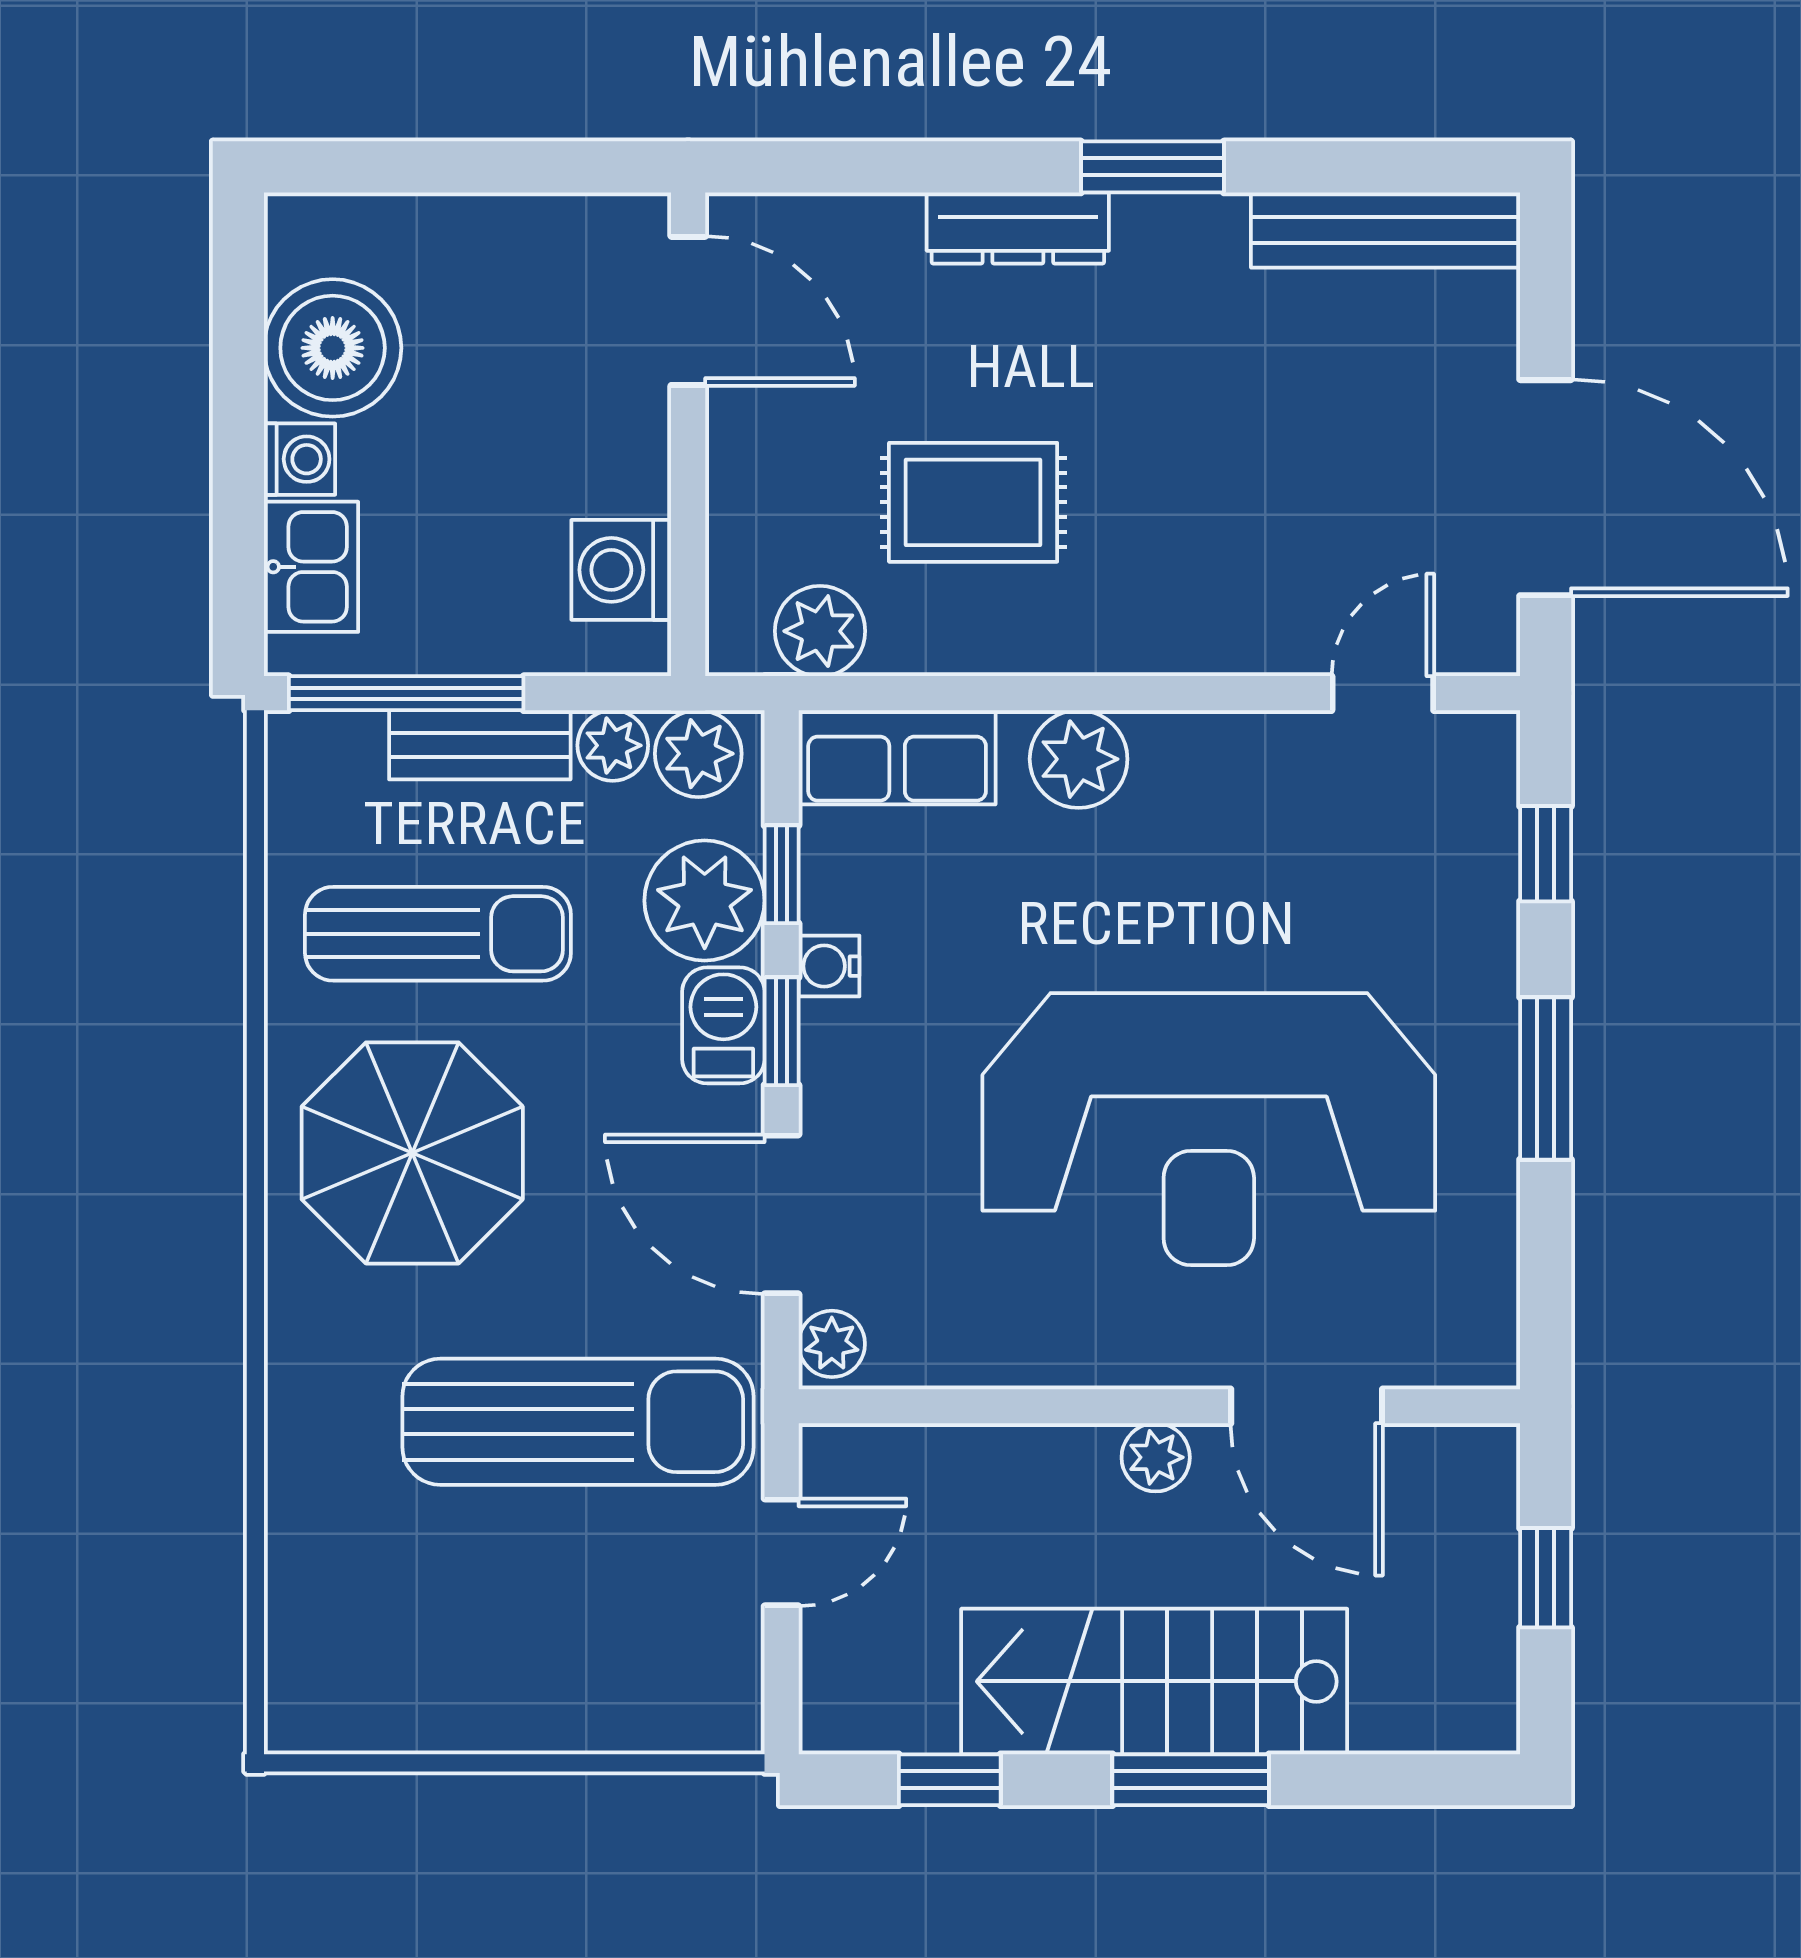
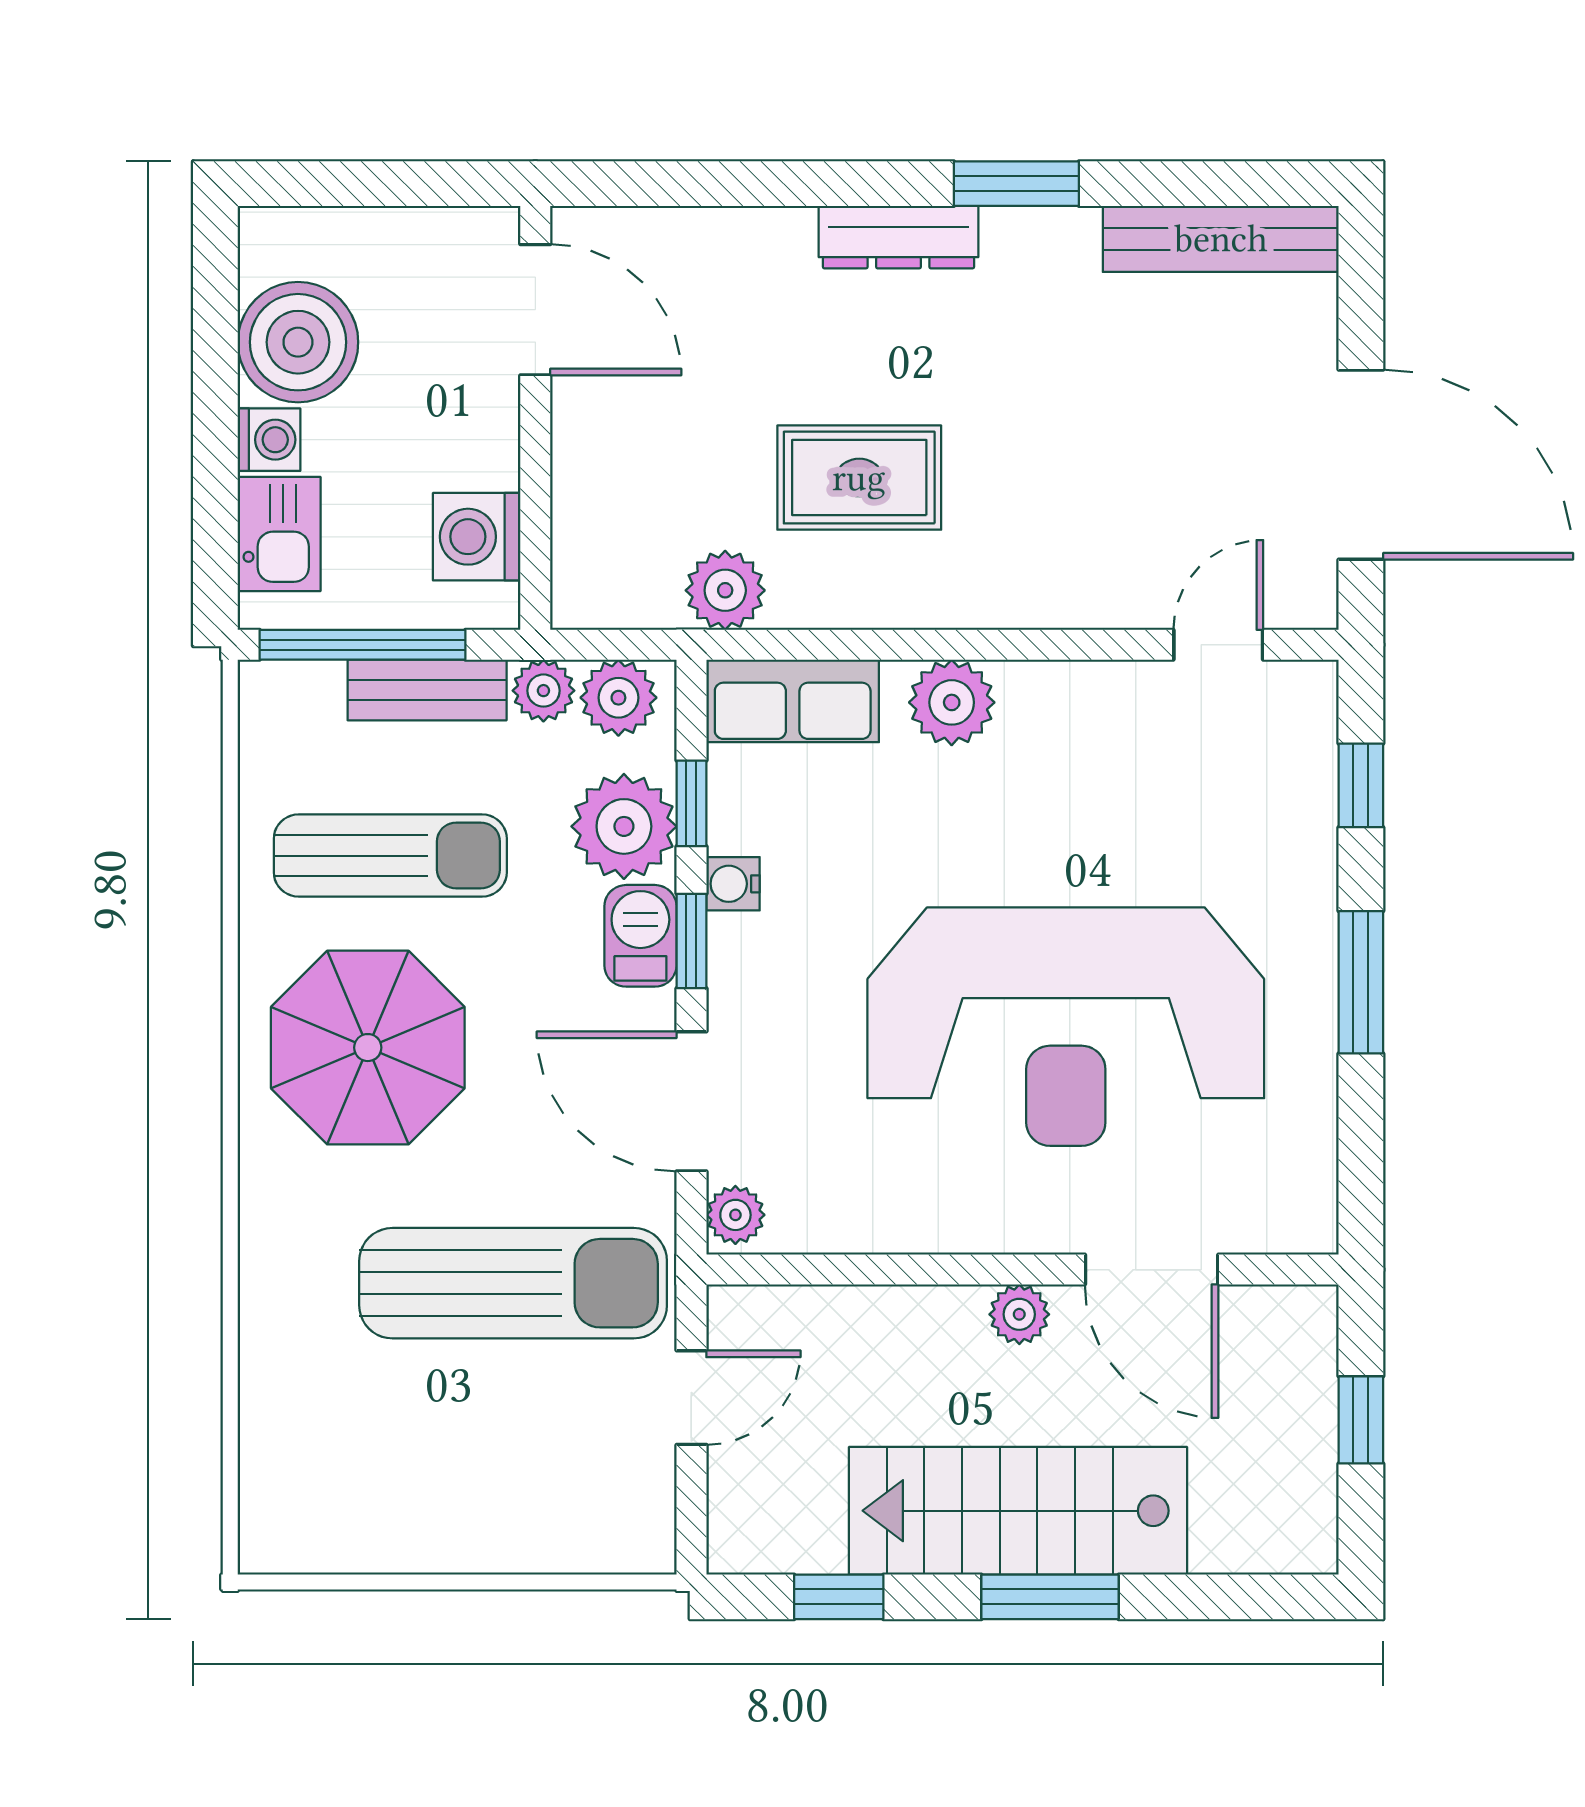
door: (688, 311) -> (535, 310), moved
wall: (688, 434) -> (535, 418), moved
washing machine: (621, 570) -> (477, 537), moved

